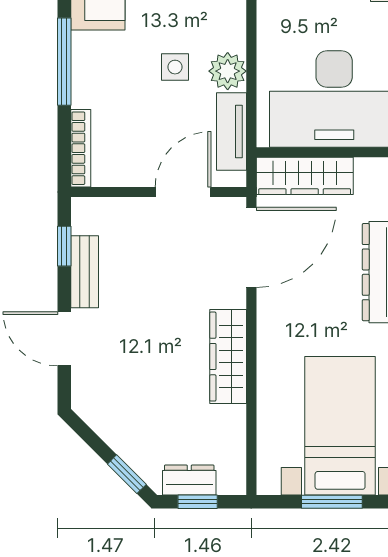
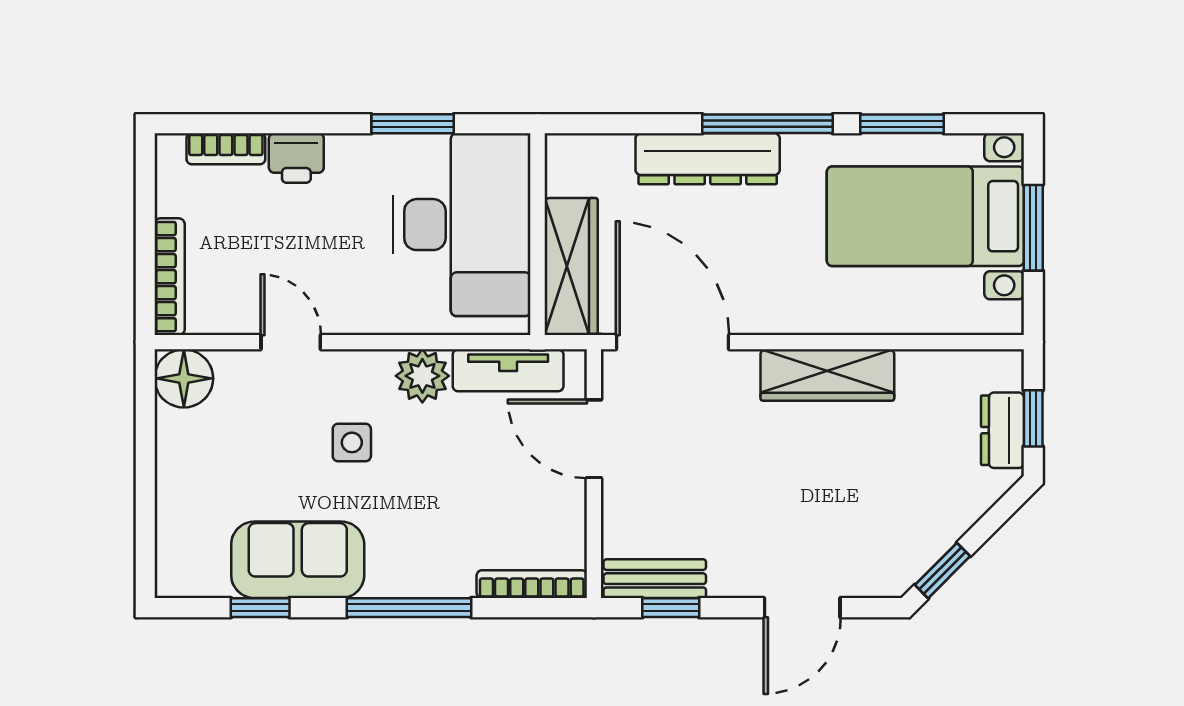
side table: (175, 67) -> (352, 442), moved
bench: (85, 272) -> (655, 579), moved
window: (127, 474) -> (942, 571), moved

